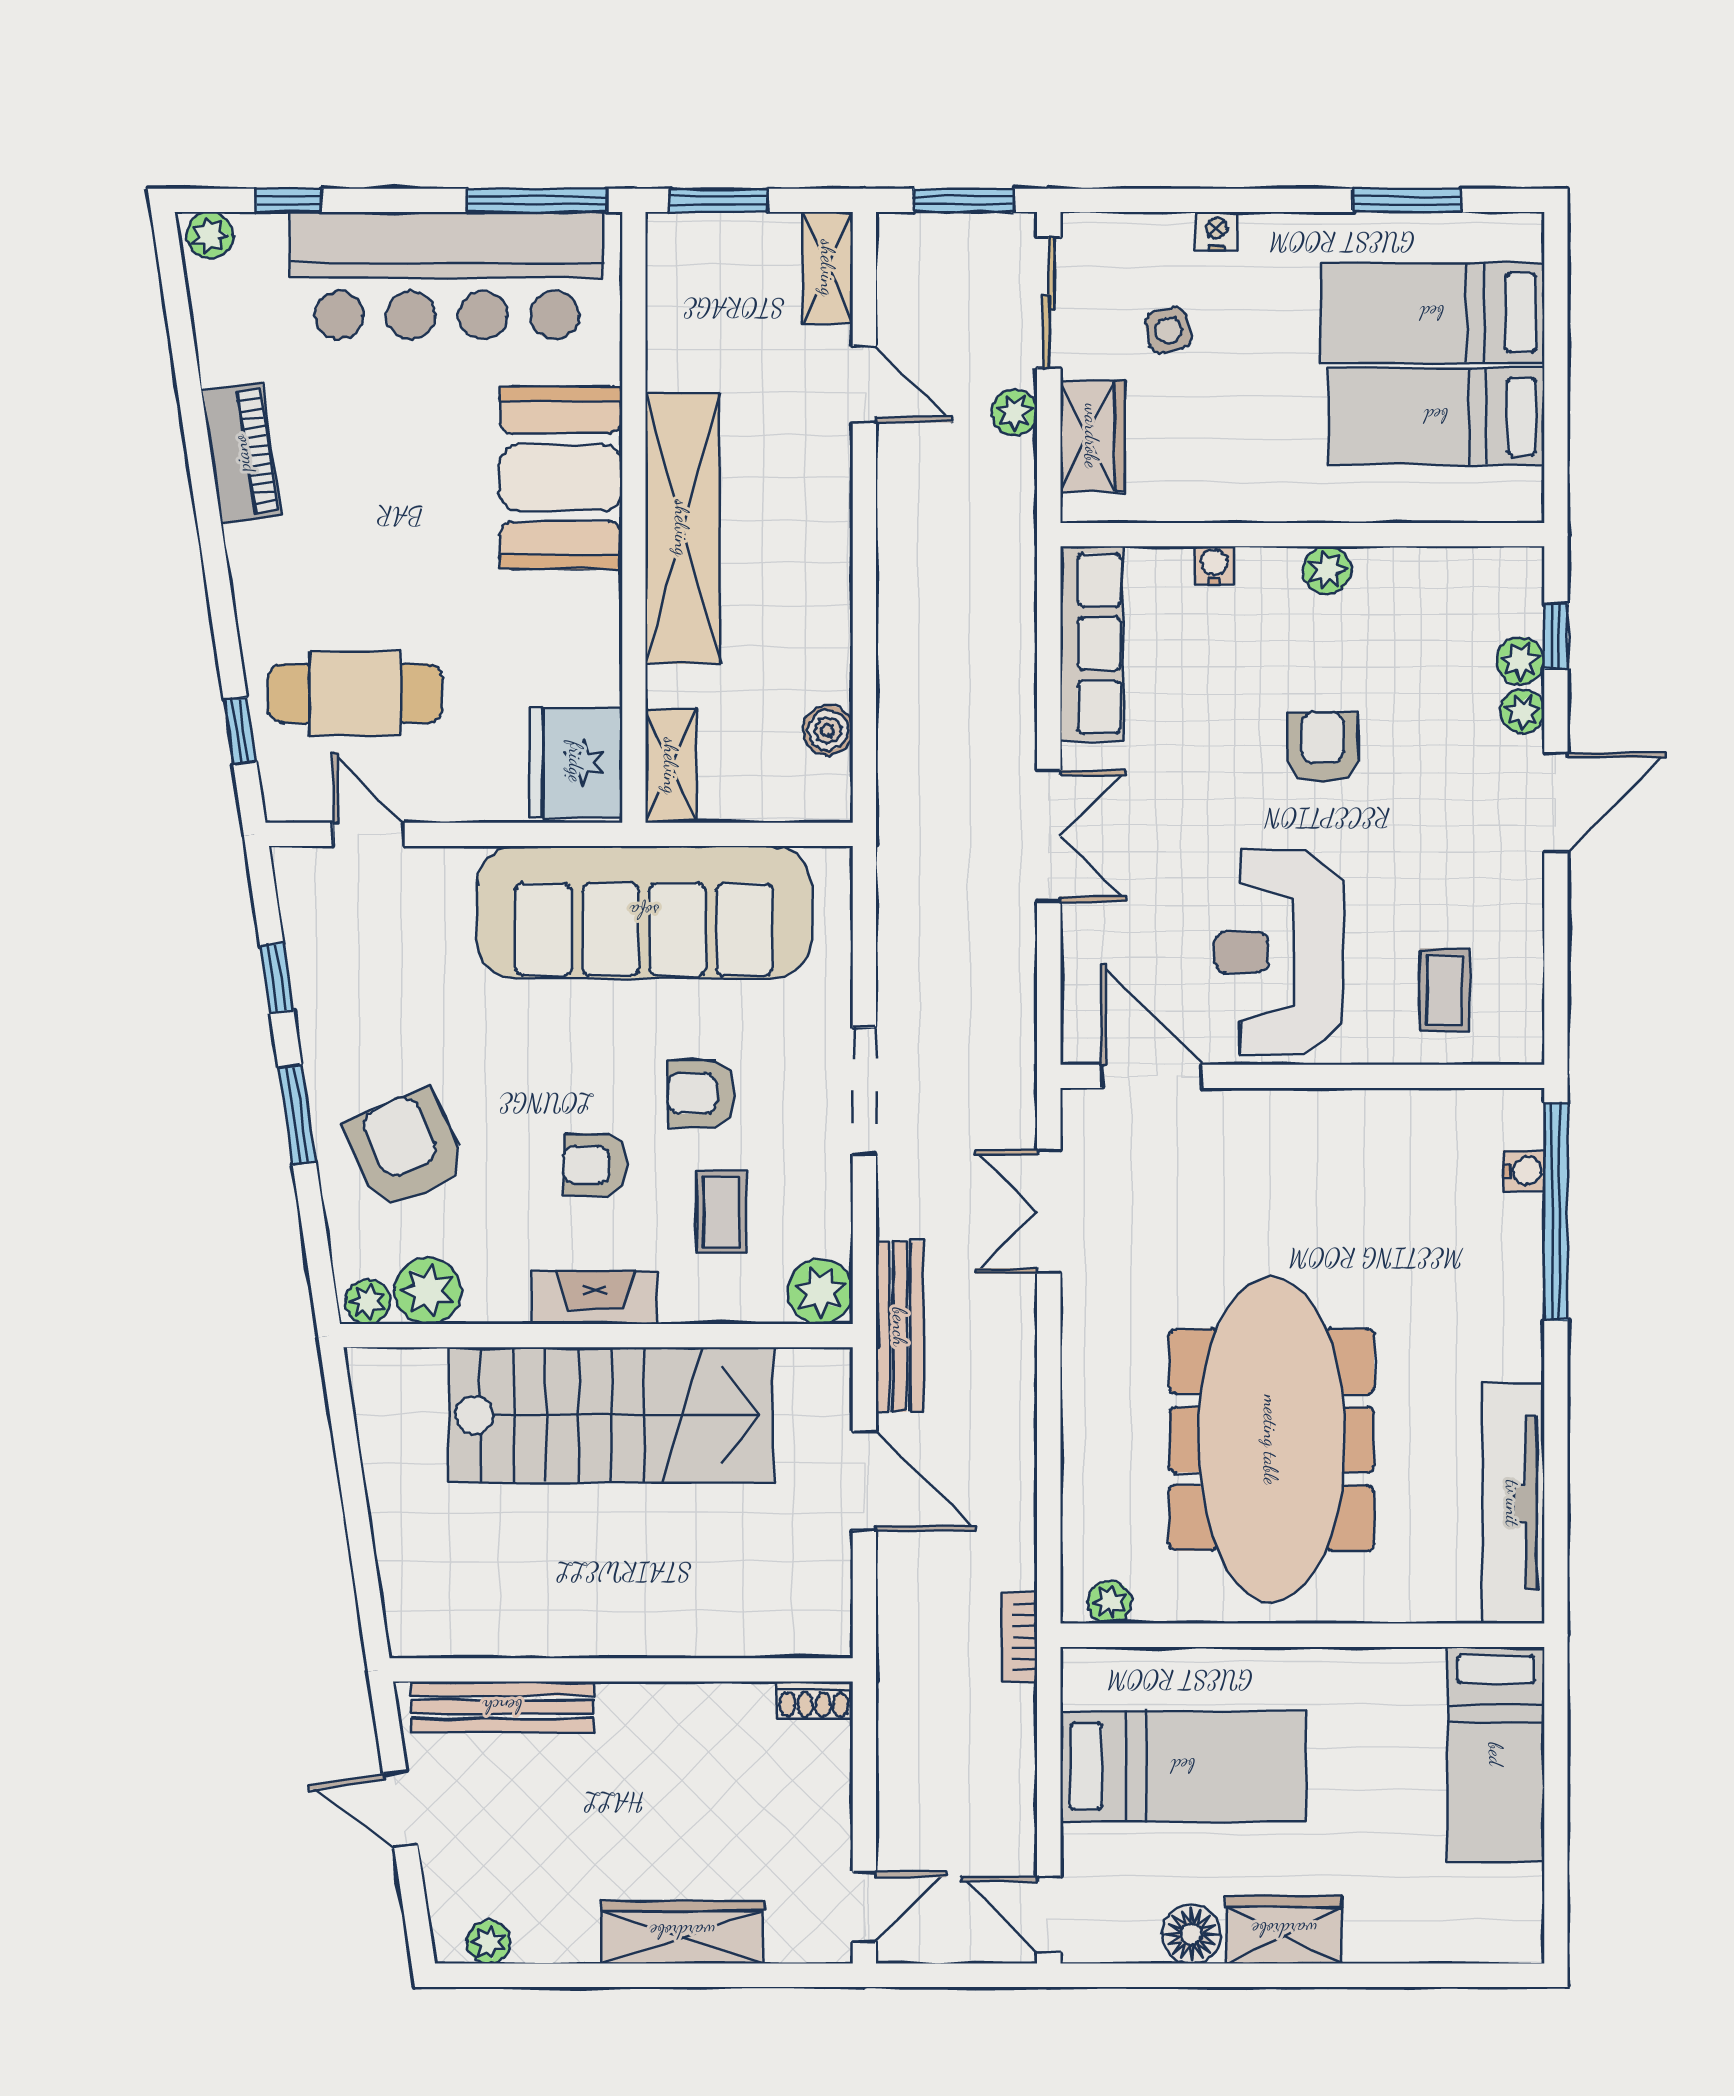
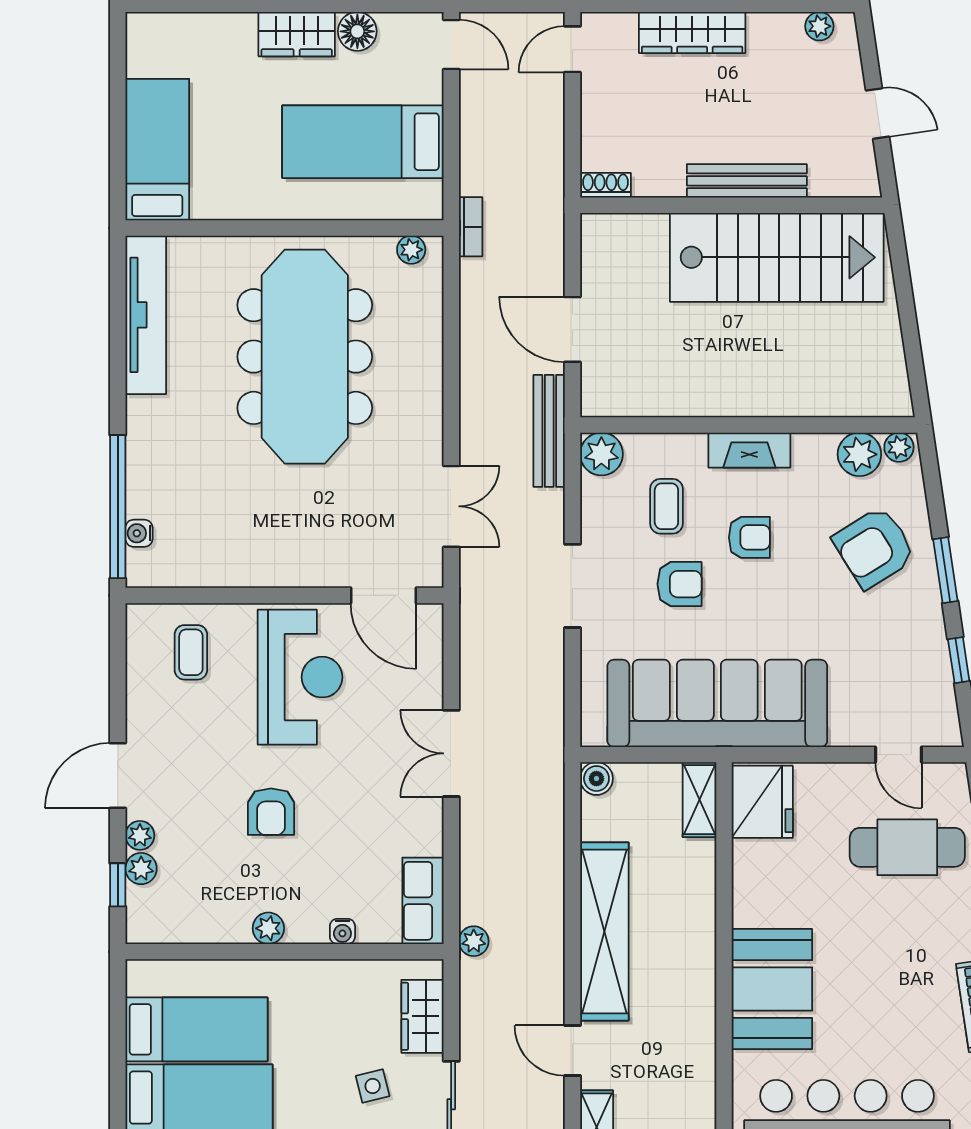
plant: (1015, 413) -> (474, 941), moved
shelving: (682, 528) -> (604, 932), moved
row of seats: (1092, 643) -> (423, 901), width x0.68
boiler: (828, 730) -> (596, 779), moved
armchair: (405, 1149) -> (874, 548), turned 82
stairs: (611, 1415) -> (777, 257), moved, turned 180
bench: (502, 1707) -> (747, 181), moved

